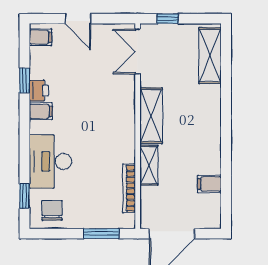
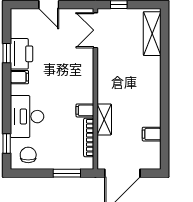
filing cabinet: (40, 37) -> (85, 110), moved, turned 180
printer: (39, 91) -> (21, 54), width x1.87, depth x1.48
shelving: (151, 116) -> (106, 81), removed

